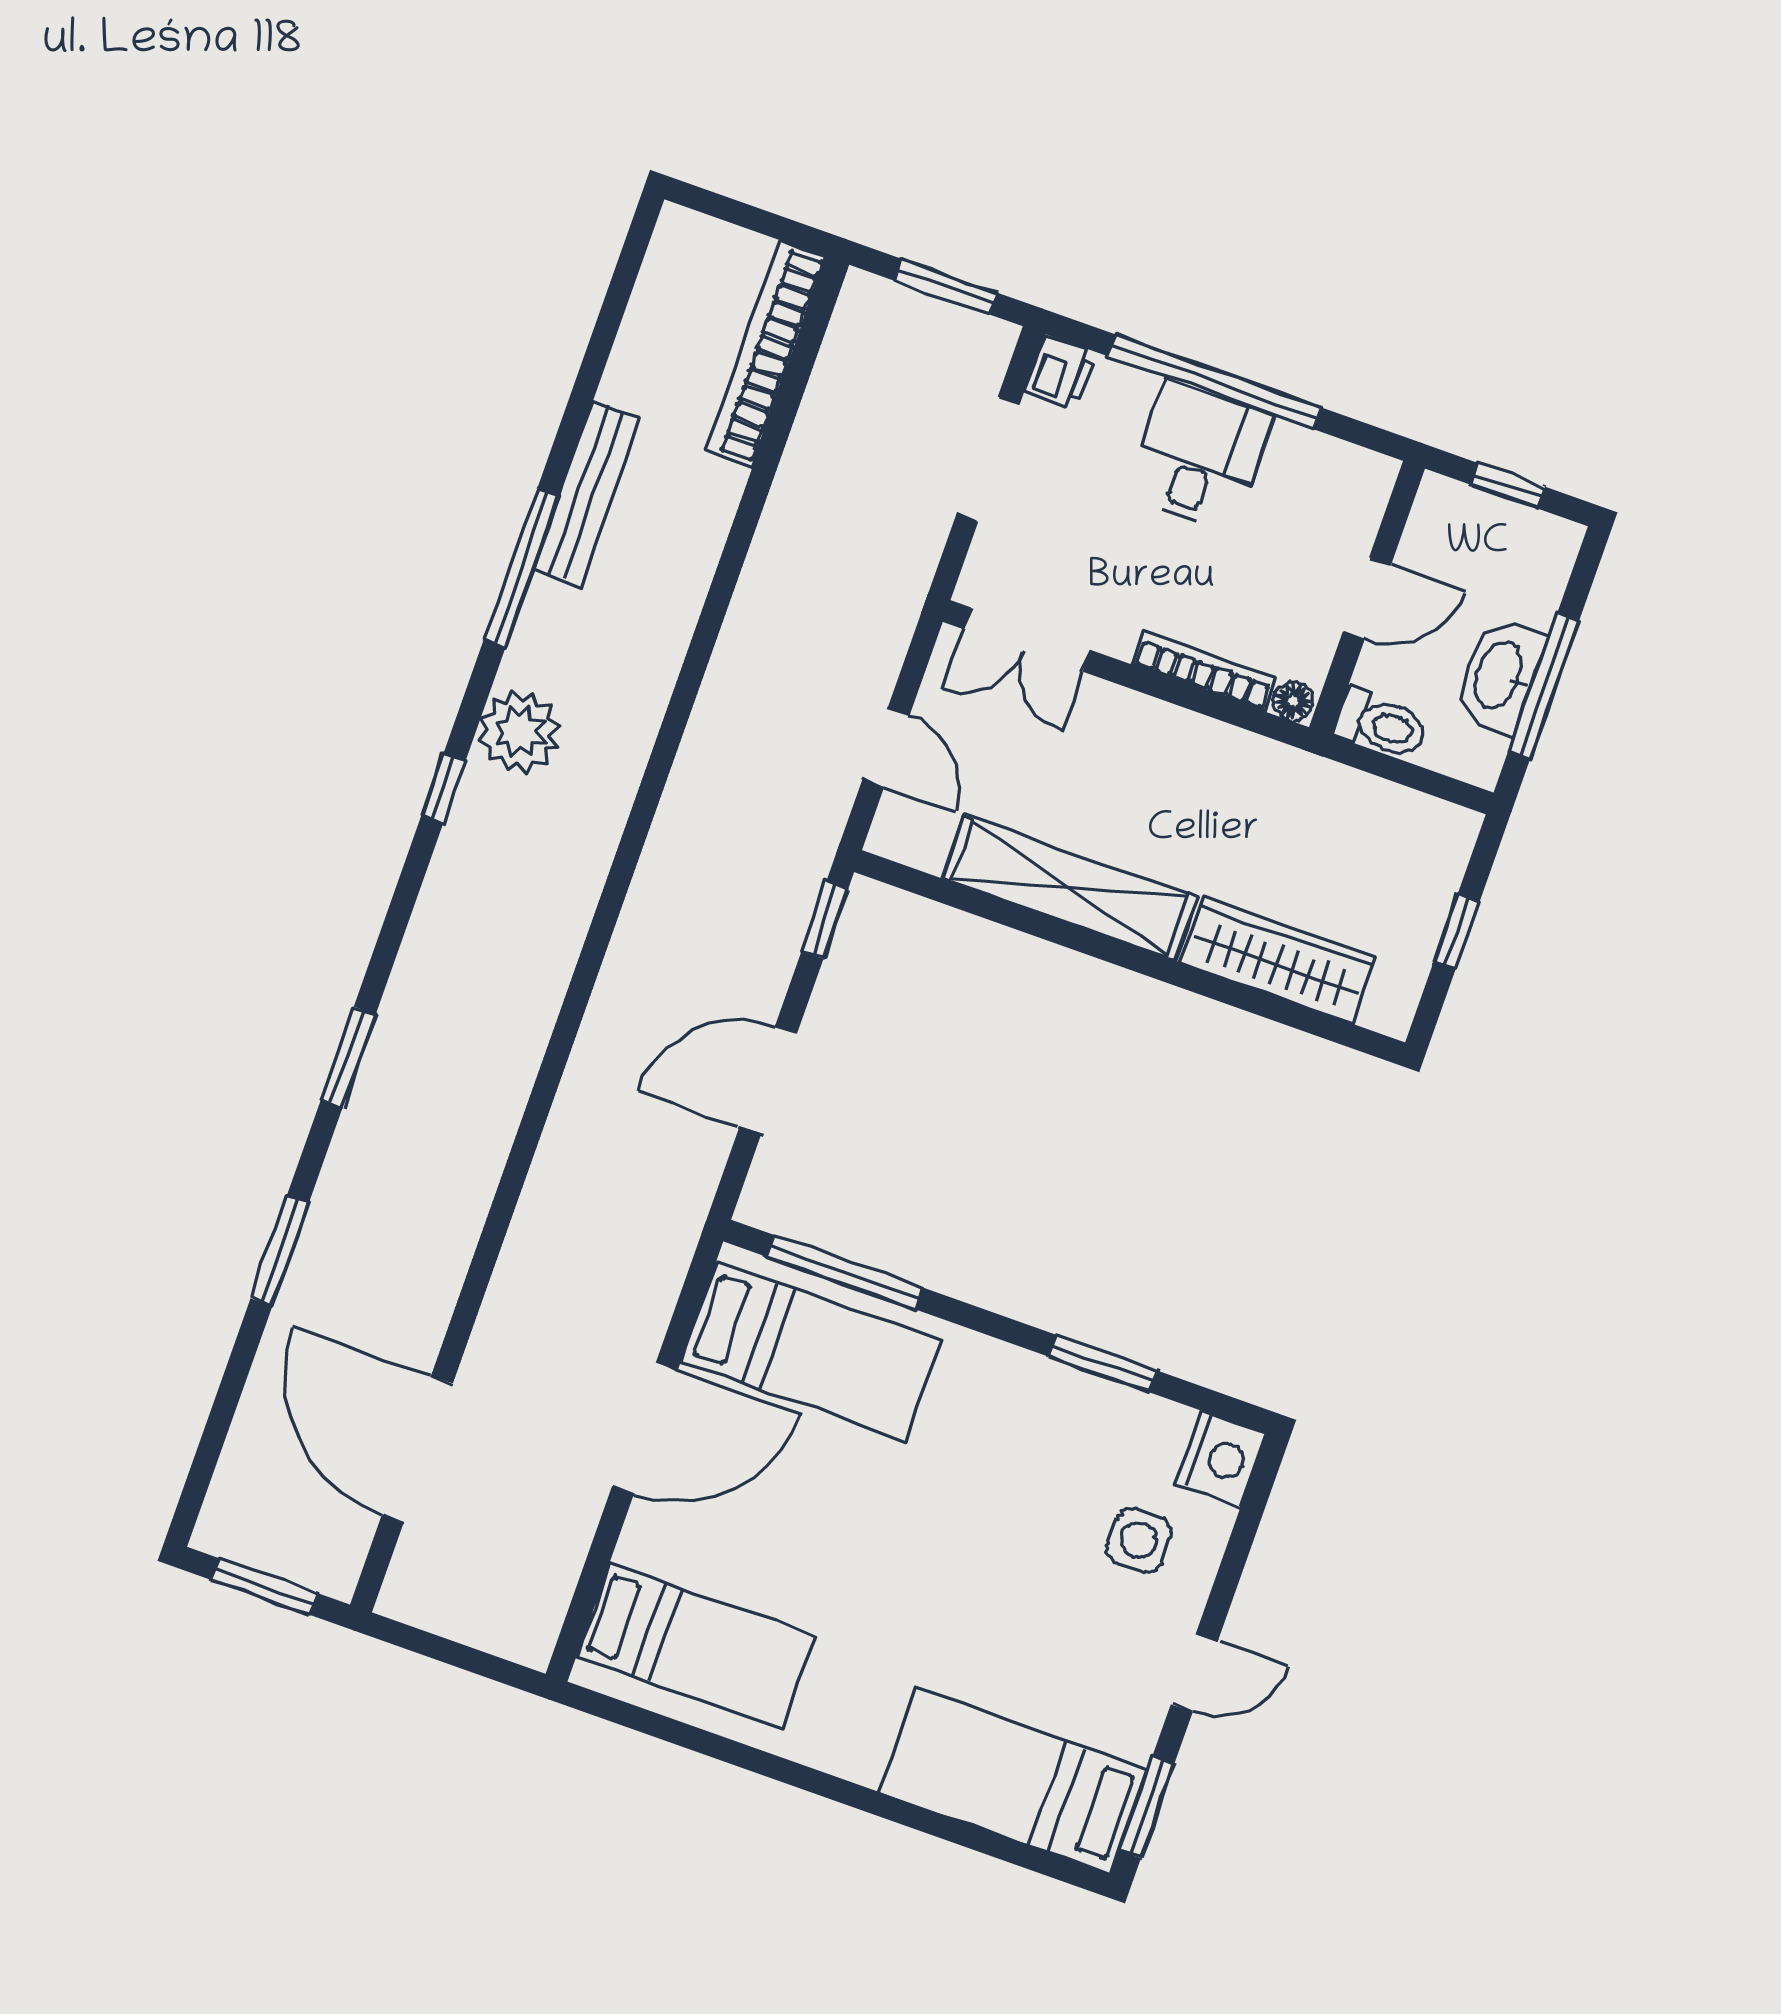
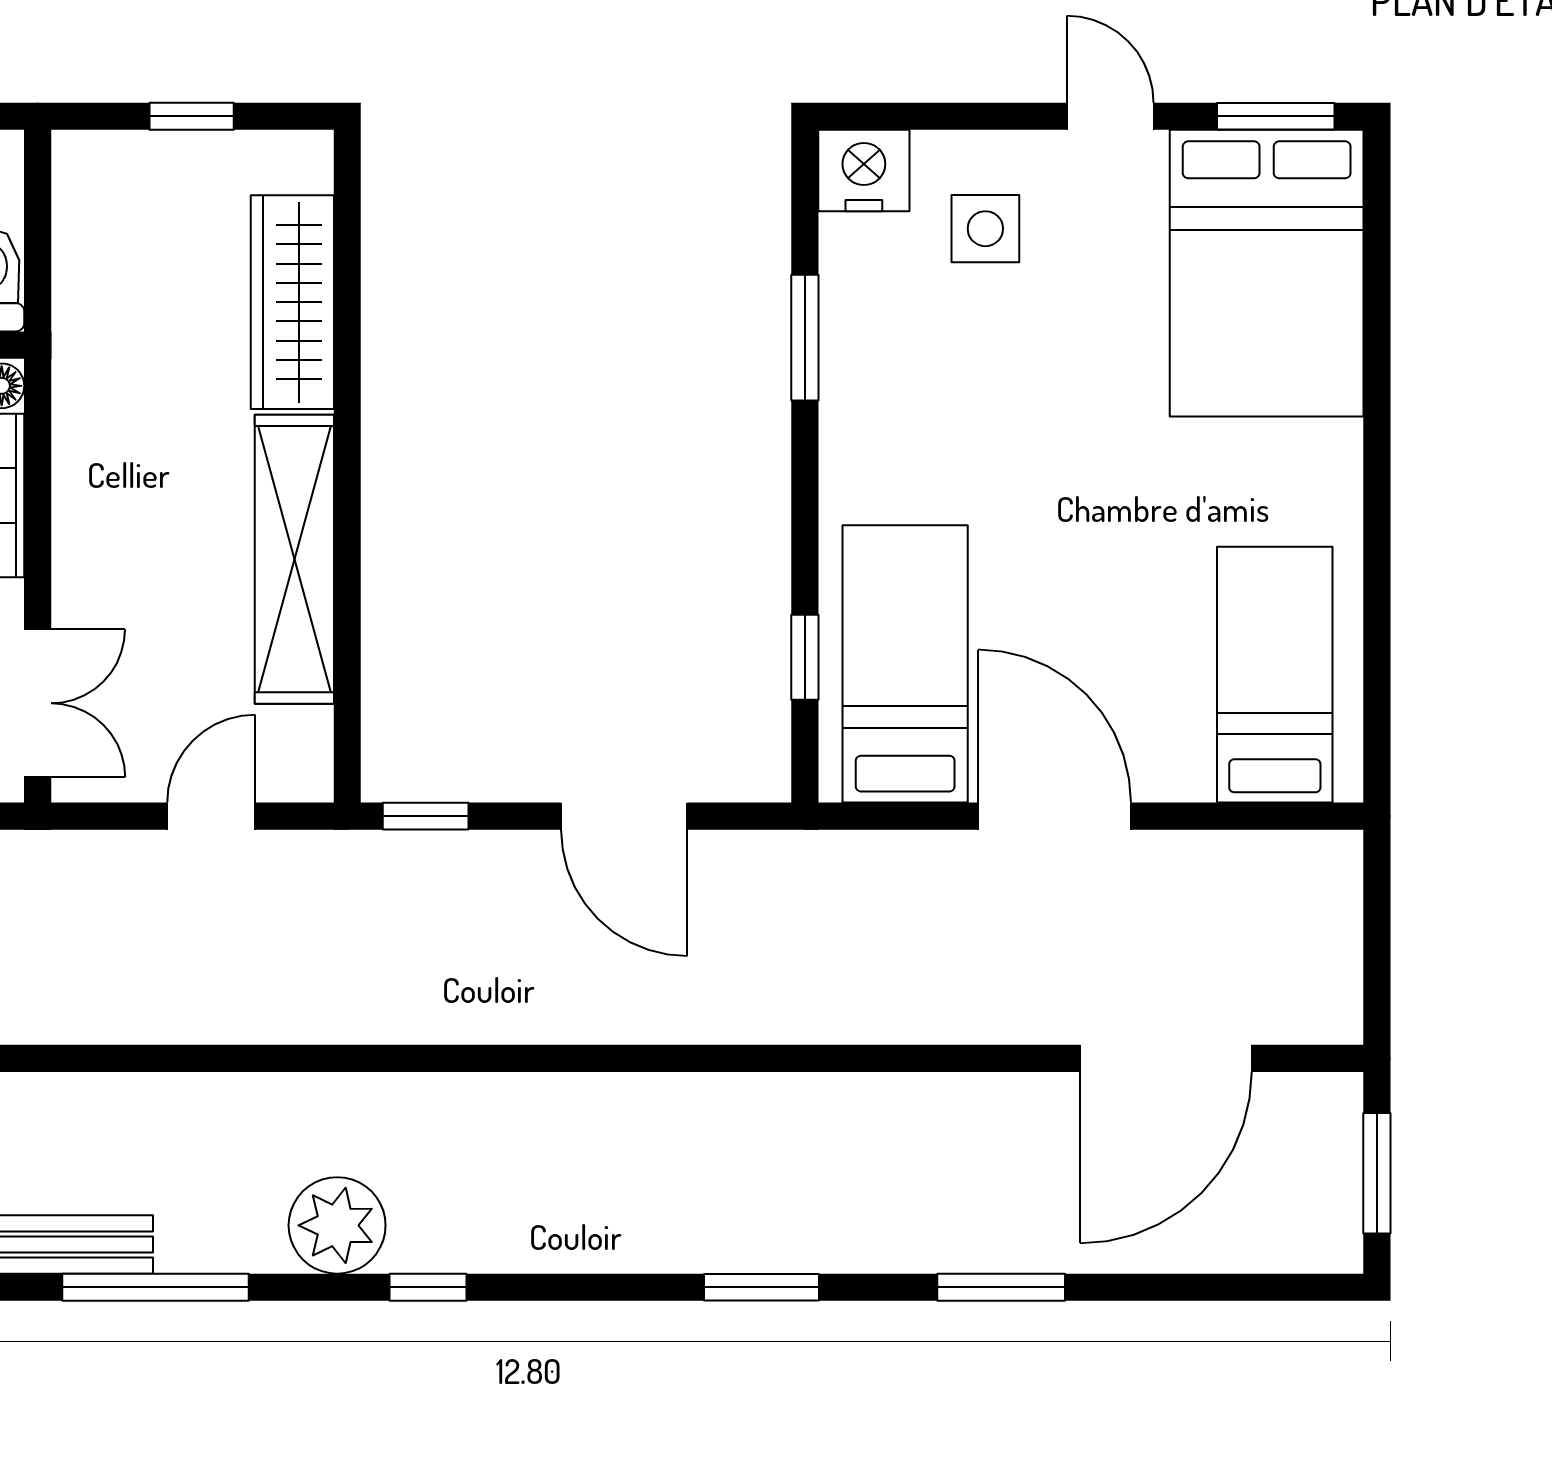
window: (845, 1272) -> (805, 657), width x0.46
bed: (1013, 1781) -> (1267, 273), width x1.50

